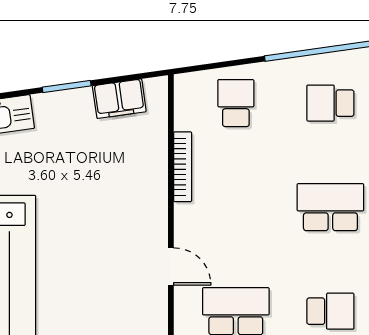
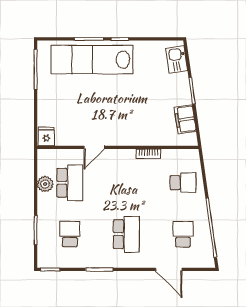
bookcase: (183, 167) -> (148, 154), width x0.64
school desk: (330, 311) -> (70, 234), turned 180

